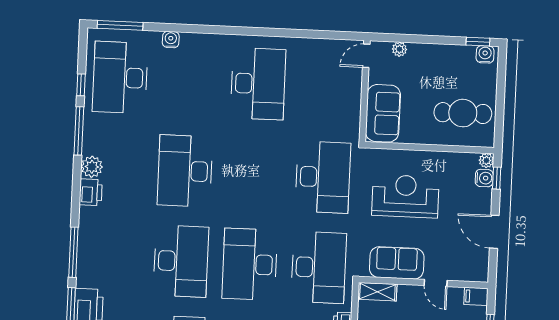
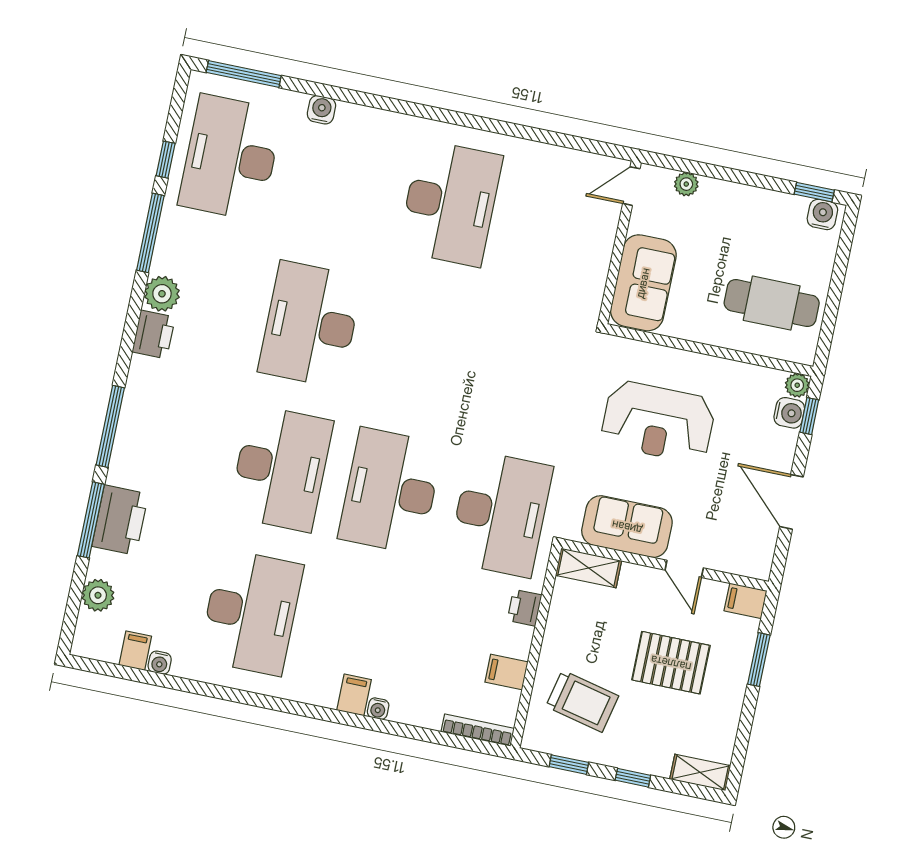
desk: (323, 177) -> (530, 370), removed
reception desk: (405, 196) -> (658, 422), turned 180

